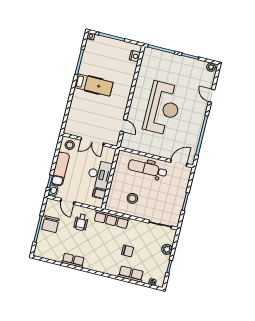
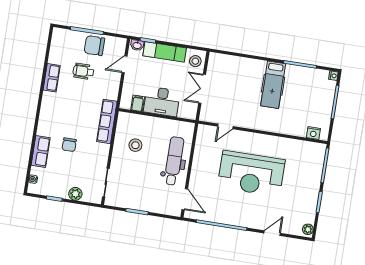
wheelchair: (81, 222) -> (83, 71), moved

